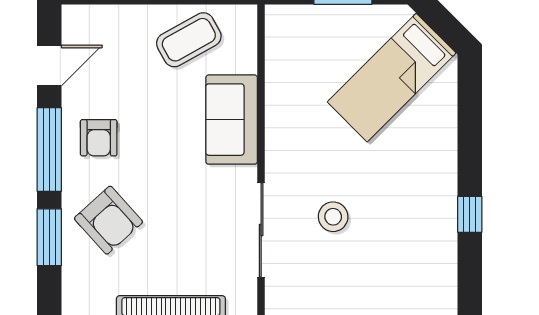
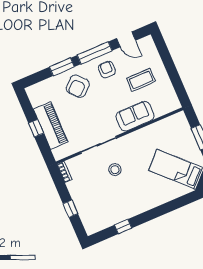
coffee table: (189, 40) -> (141, 80), moved, turned -61
armchair: (99, 138) -> (107, 69), turned 90
window: (470, 214) -> (123, 227), moved

